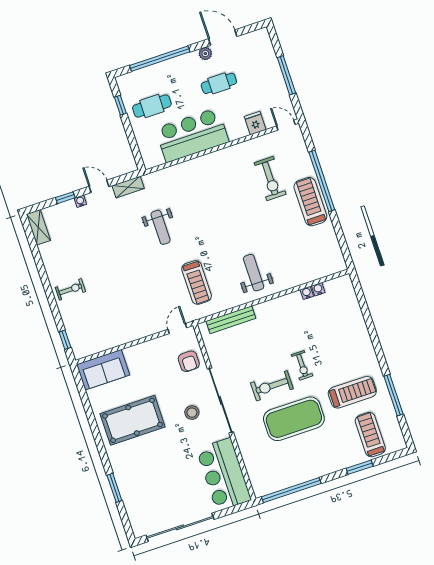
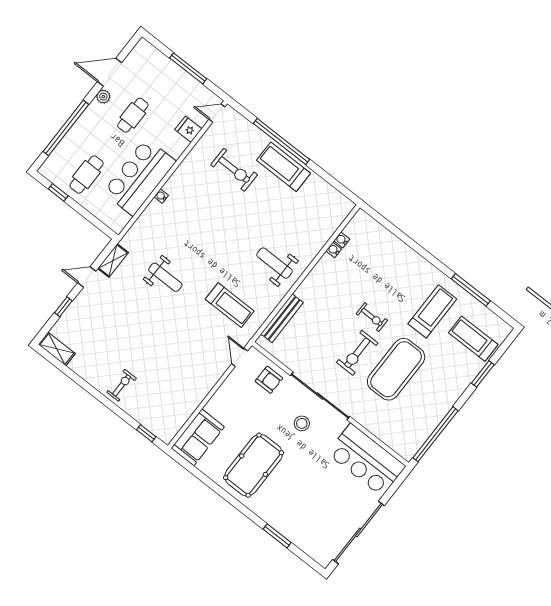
water cooler: (80, 201) -> (161, 196), moved

